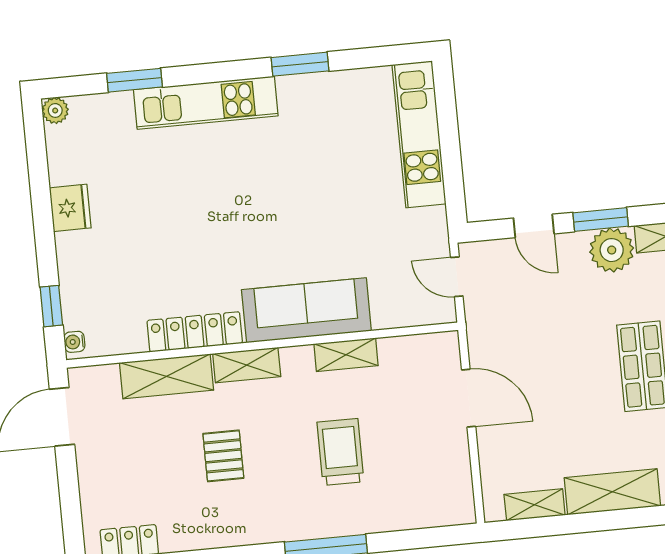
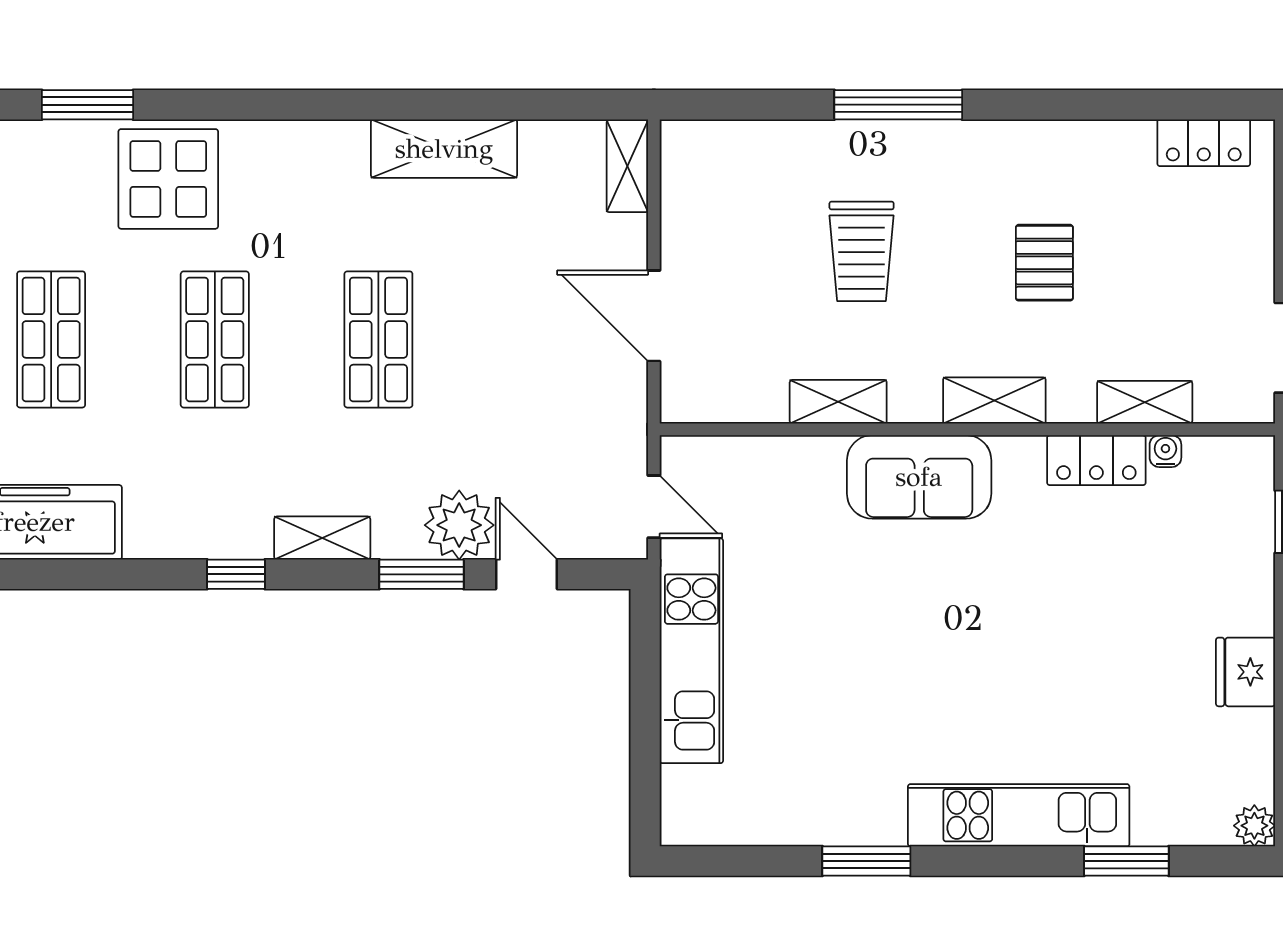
kitchen unit: (419, 134) -> (691, 651), moved
plant: (612, 250) -> (459, 525), moved
sofa: (306, 310) -> (919, 477), width x0.73
locker: (195, 332) -> (1096, 460), width x0.66
water cooler: (74, 342) -> (1165, 451), moved, turned -90
shelving: (167, 376) -> (1145, 402), width x0.67, depth x0.75
shelving: (535, 505) -> (627, 166), moved, turned 90

